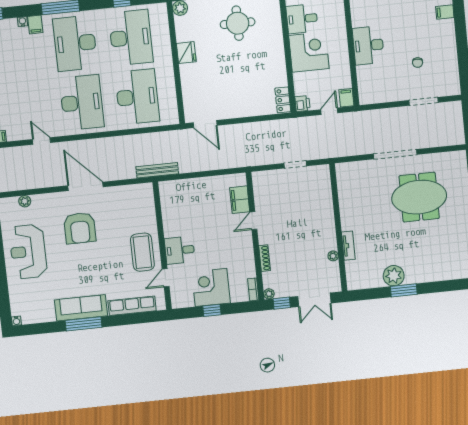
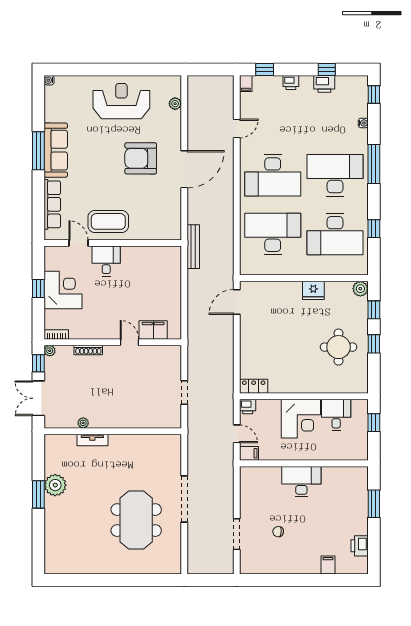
filing cabinet: (35, 25) -> (359, 136), removed
desk: (137, 97) -> (273, 234), turned 180

